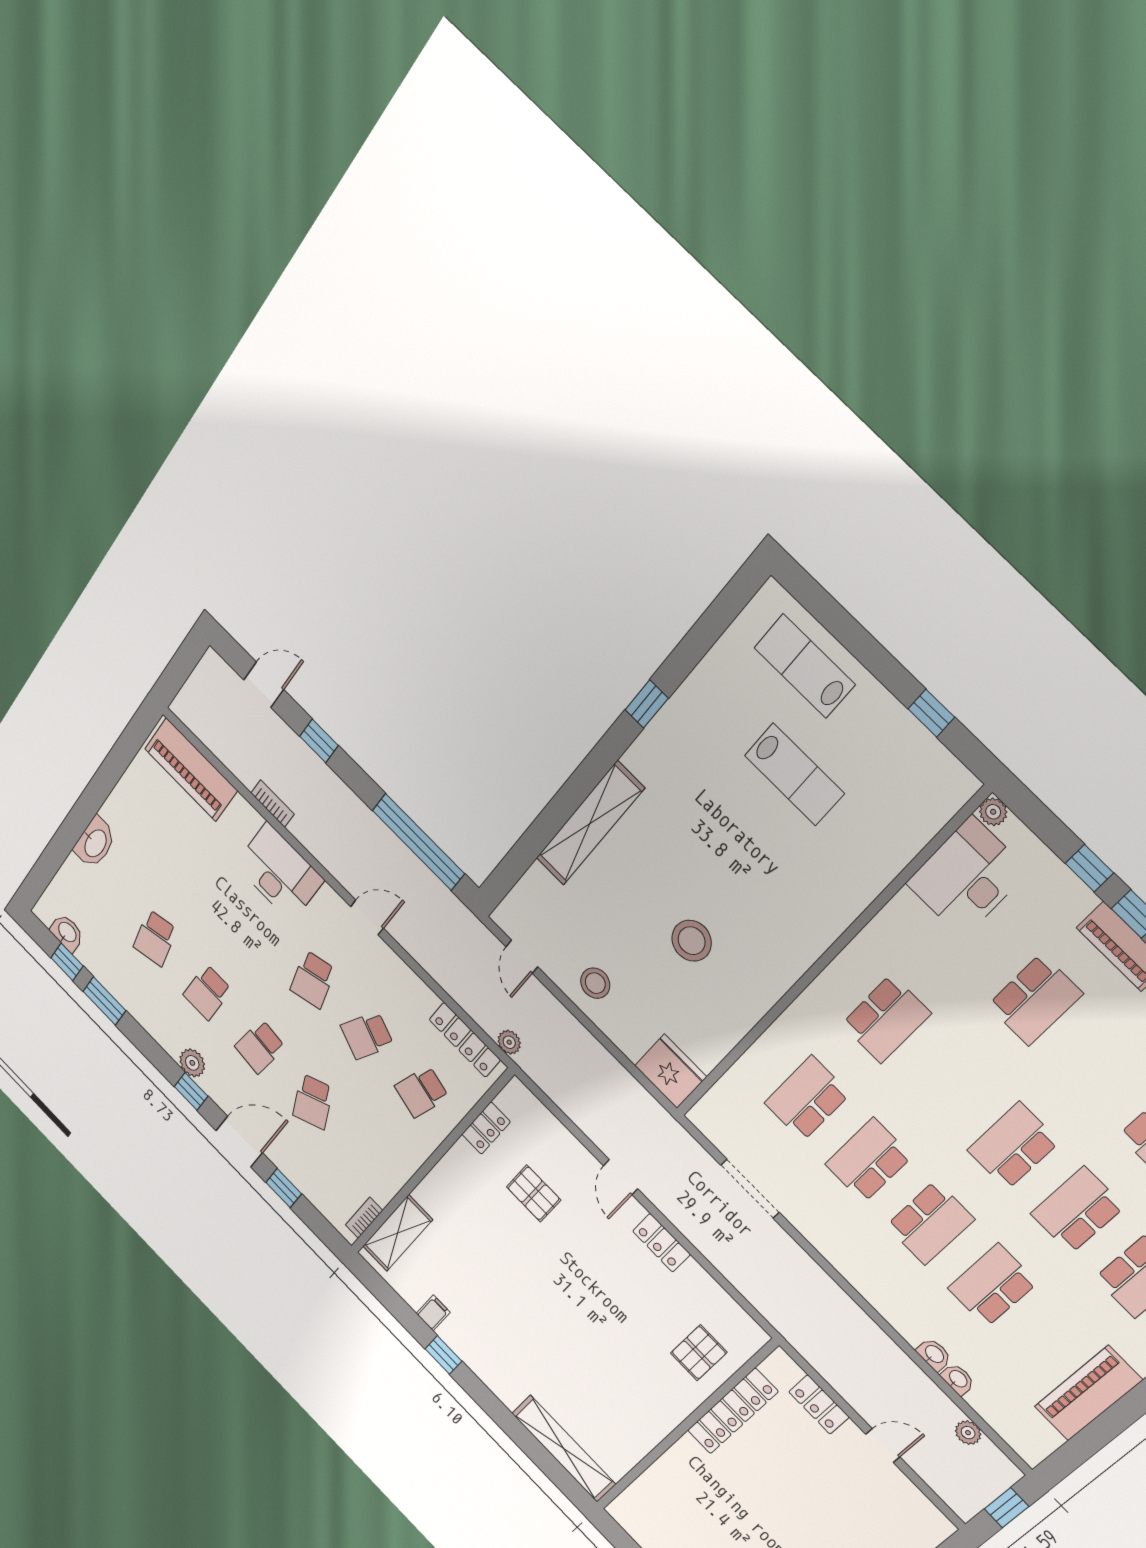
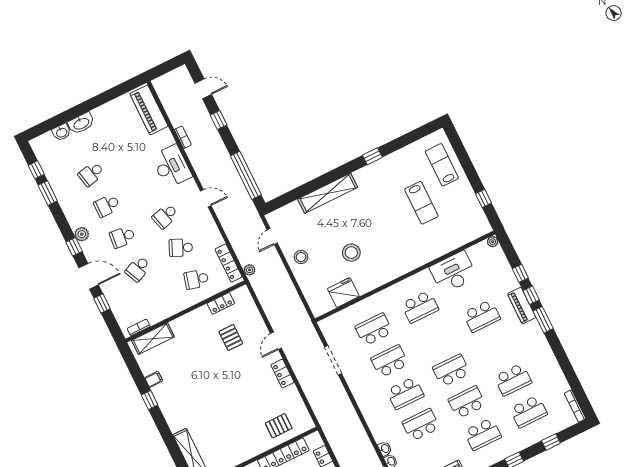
desk: (967, 877) -> (453, 272), moved
washbasin: (67, 933) -> (62, 132), moved, turned 90
fridge: (671, 1071) -> (343, 292), moved, turned -90

